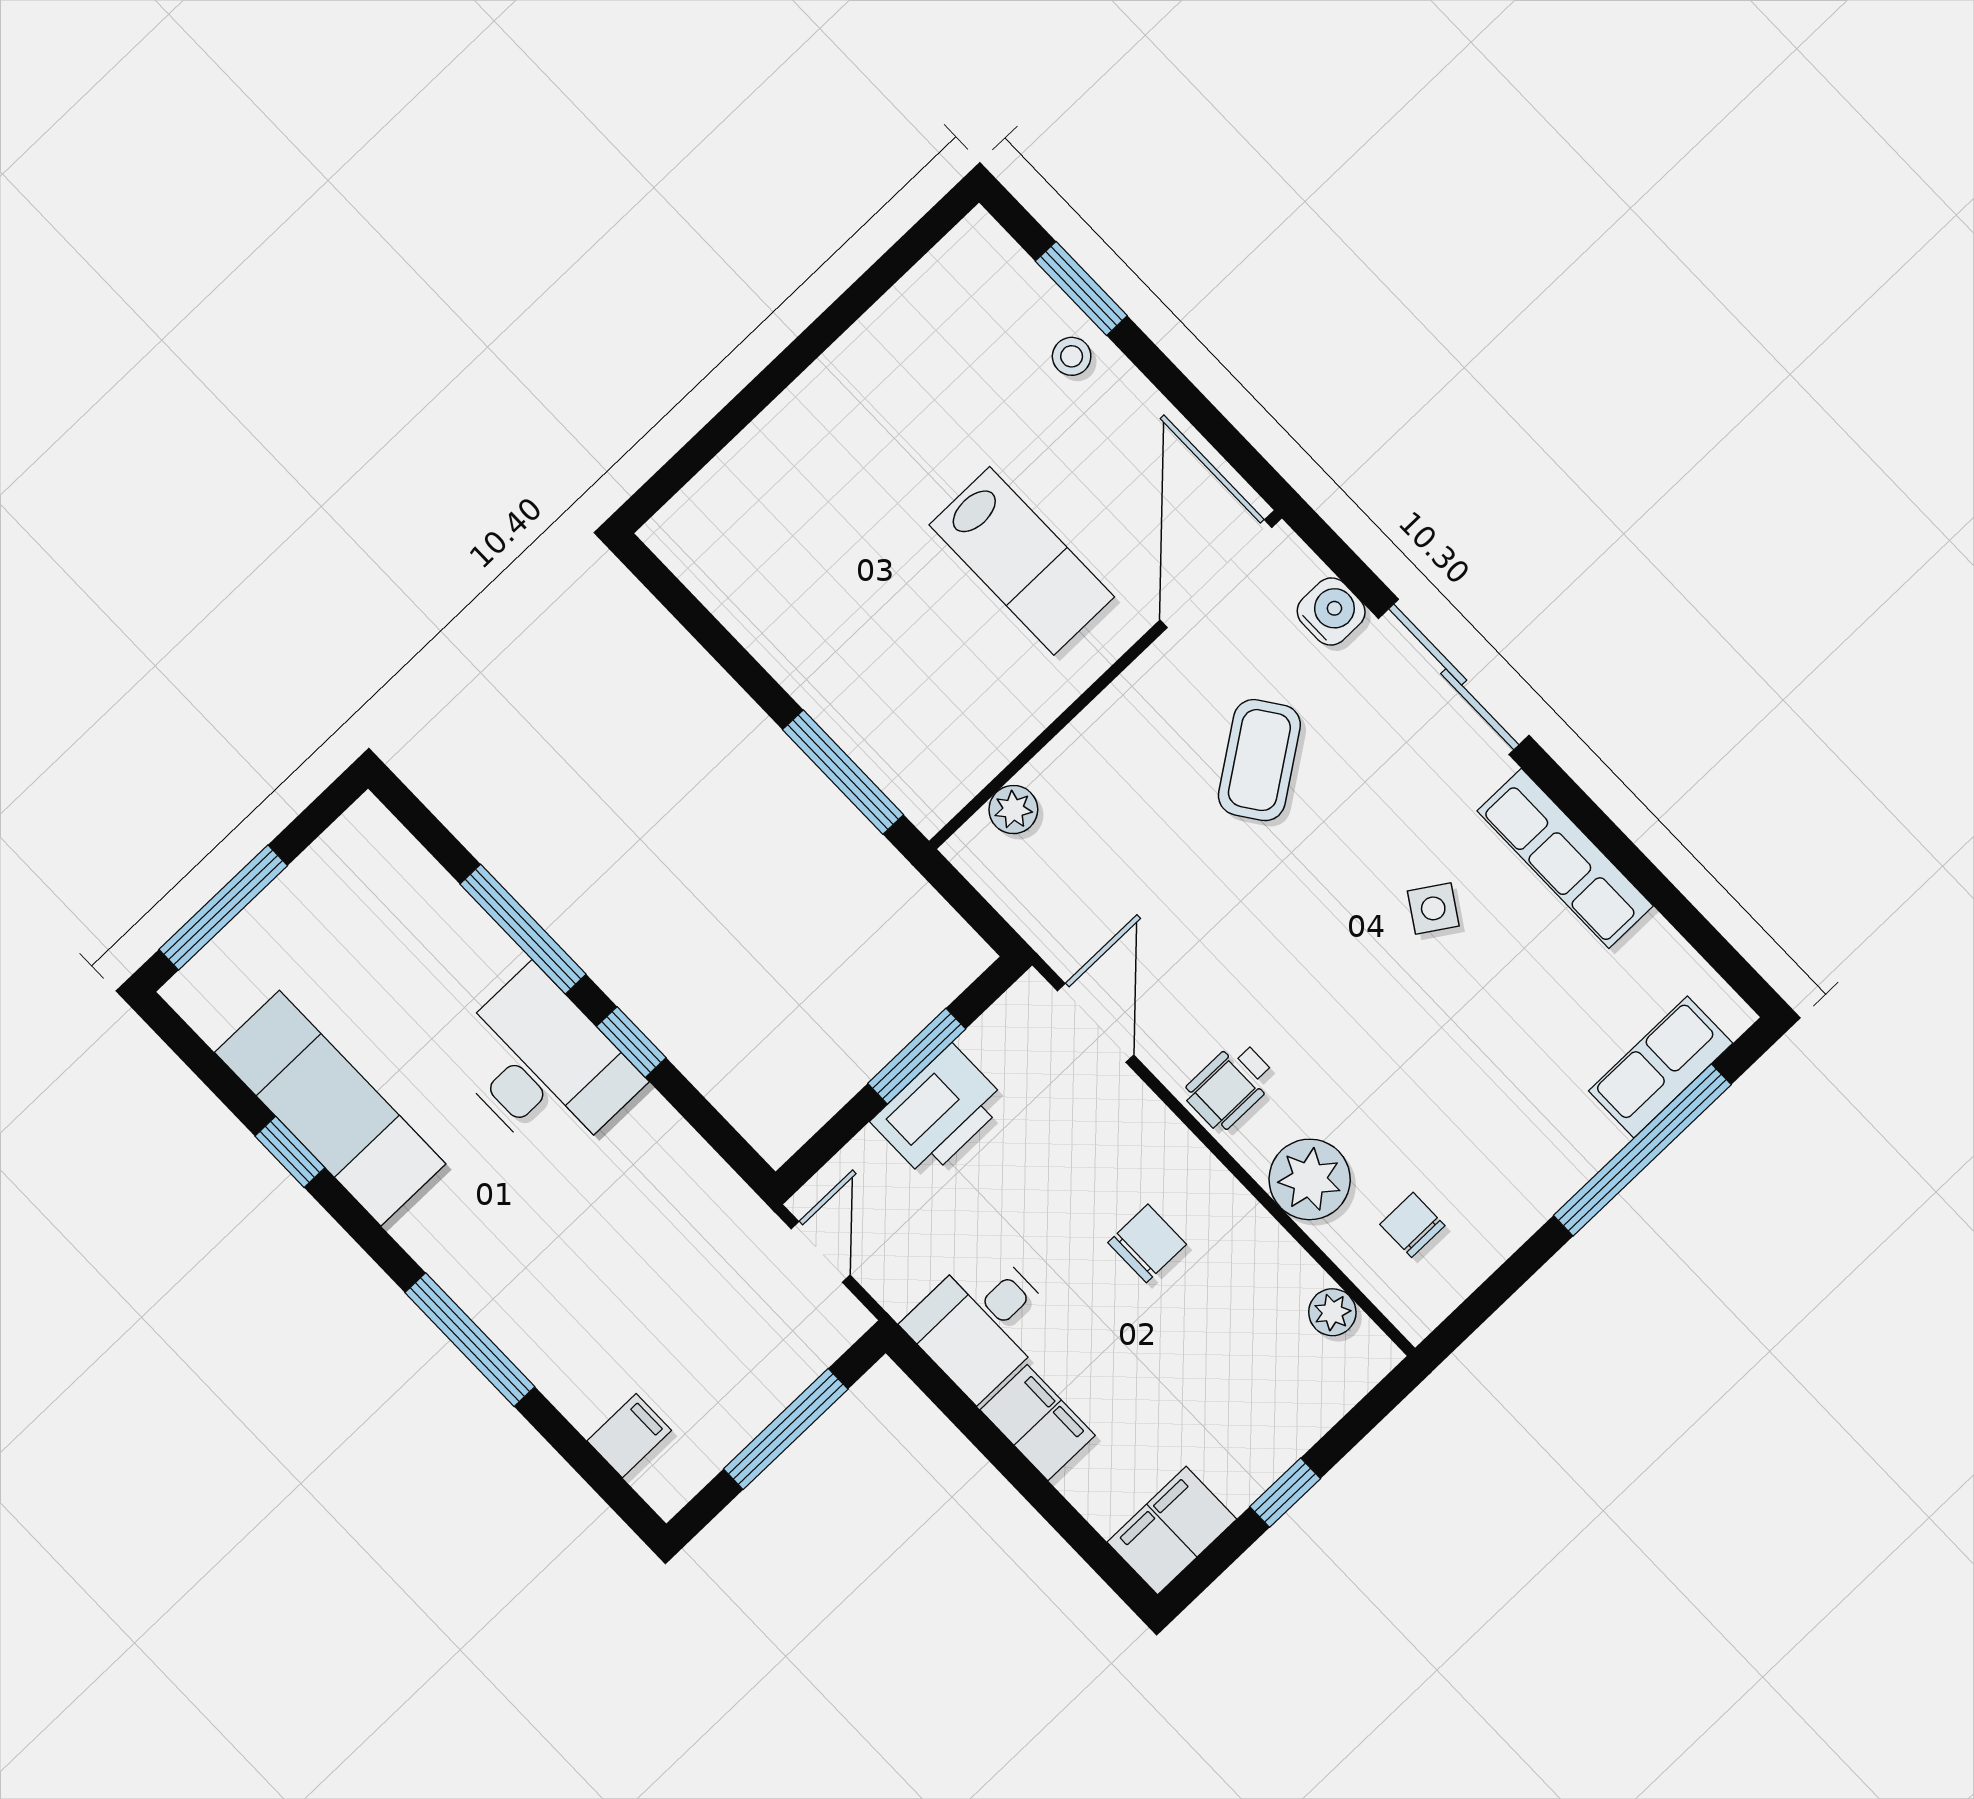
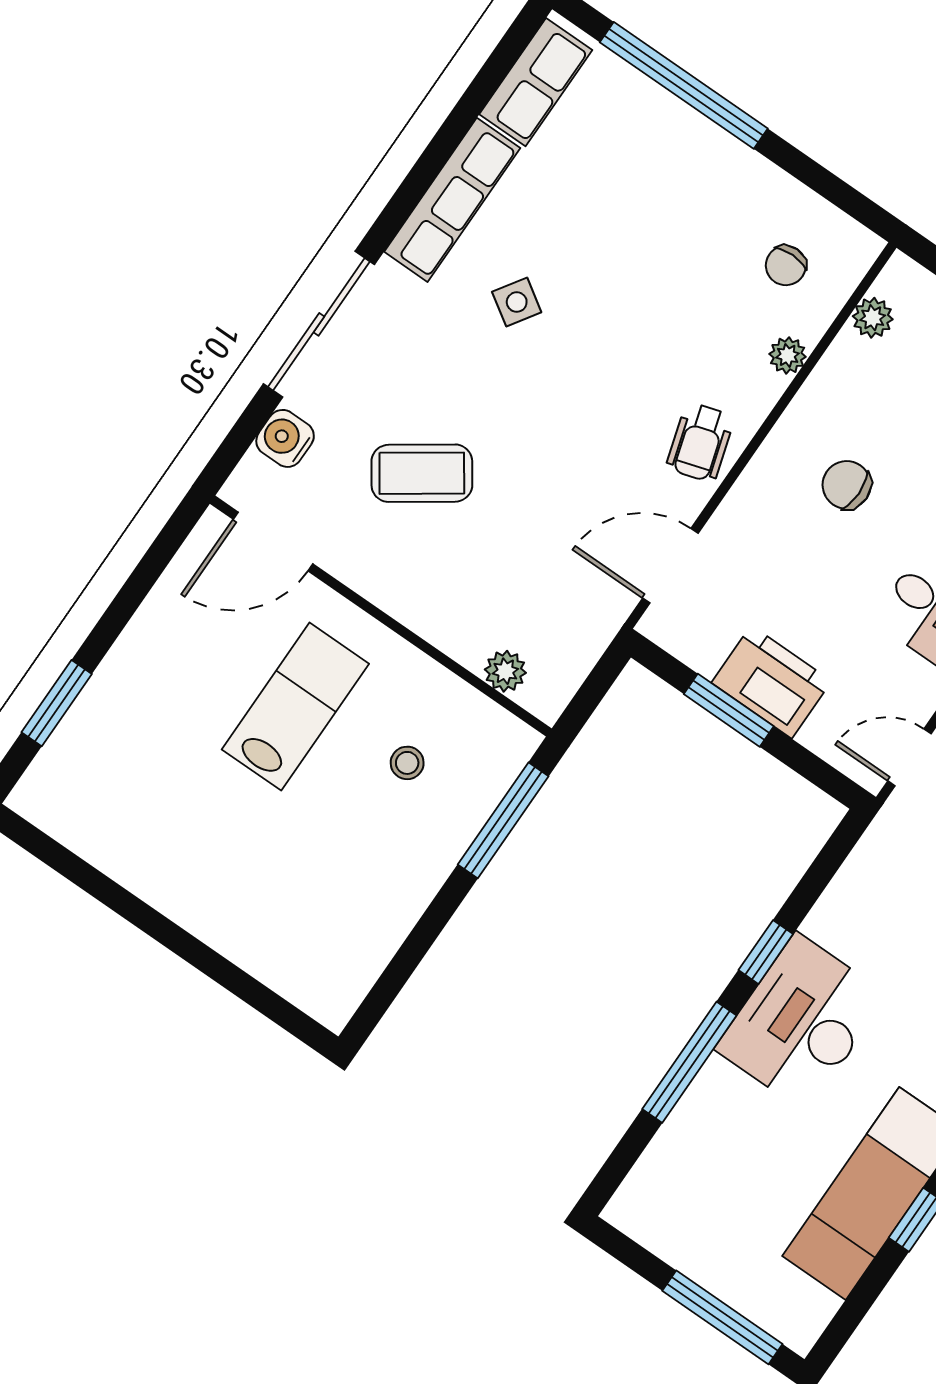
stool: (1072, 356) -> (407, 763), moved
door: (1216, 574) -> (273, 541), width x0.73
row of seats: (1661, 1067) -> (536, 82), moved, turned -90
wheelchair: (1230, 1086) -> (700, 442), turned 73
plant: (1310, 1179) -> (788, 355), width x0.53, depth x0.53

